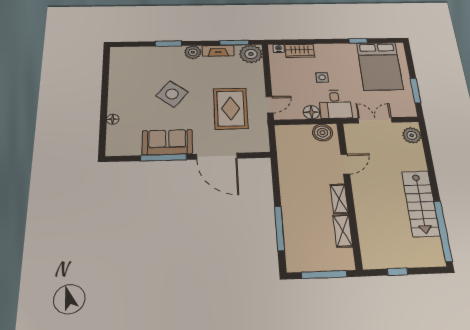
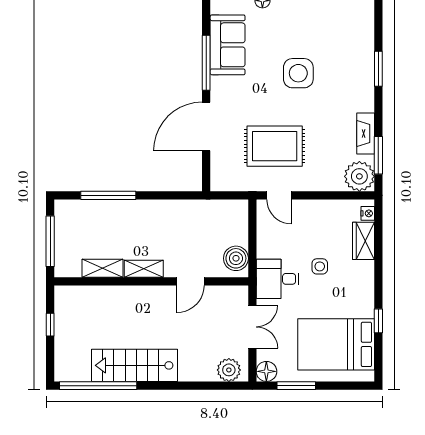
plant: (193, 52) -> (364, 101), removed
side table: (172, 94) -> (298, 73), turned -38
floor lamp: (311, 112) -> (266, 371), moved
sofa: (167, 142) -> (228, 45), moved
door: (345, 164) -> (190, 281), hinge flipped

